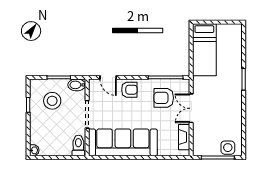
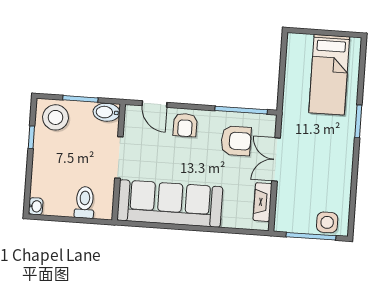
bed: (204, 50) -> (329, 75), moved
armchair: (129, 90) -> (185, 125), turned 90
armchair: (164, 98) -> (236, 141), turned 180
stool: (52, 101) -> (56, 117), moved
toilet: (78, 146) -> (85, 202), moved

